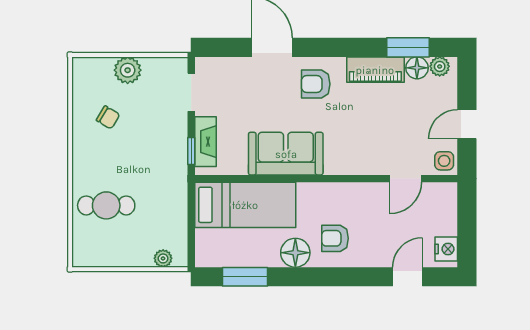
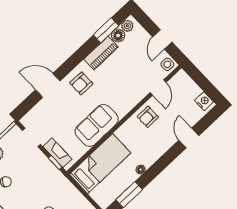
armchair: (335, 238) -> (148, 117), moved
floor lamp: (295, 253) -> (141, 170), width x0.53, depth x0.53
door: (408, 277) -> (189, 138), moved

